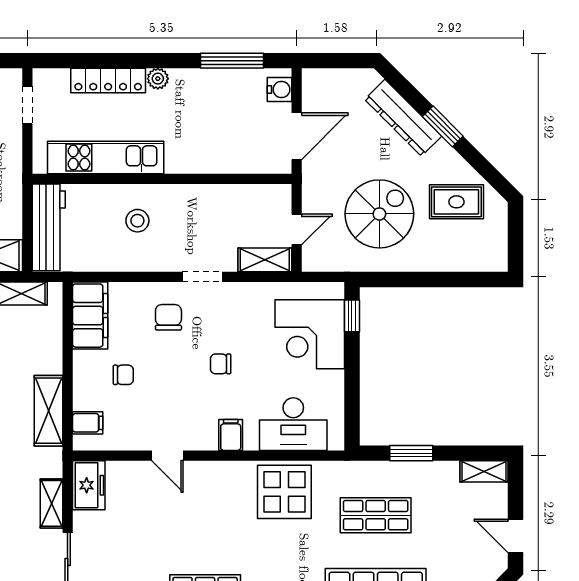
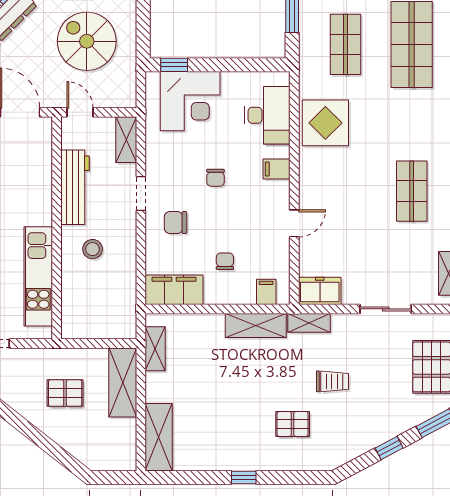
workbench: (49, 227) -> (75, 187), moved, turned 90
door: (297, 229) -> (80, 112), moved
shelving: (52, 503) -> (309, 323), moved

